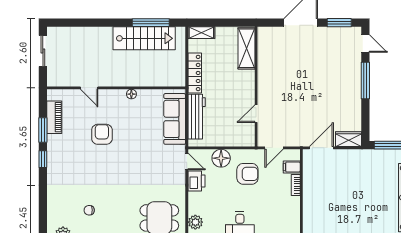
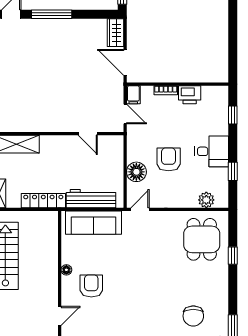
armchair: (102, 134) -> (91, 286), moved, turned 90
filing cabinet: (292, 167) -> (133, 95), moved
armchair: (247, 174) -> (169, 159), moved
printer: (196, 181) -> (190, 95), moved, turned 180
chair: (89, 210) -> (193, 316), width x1.87, depth x1.87

